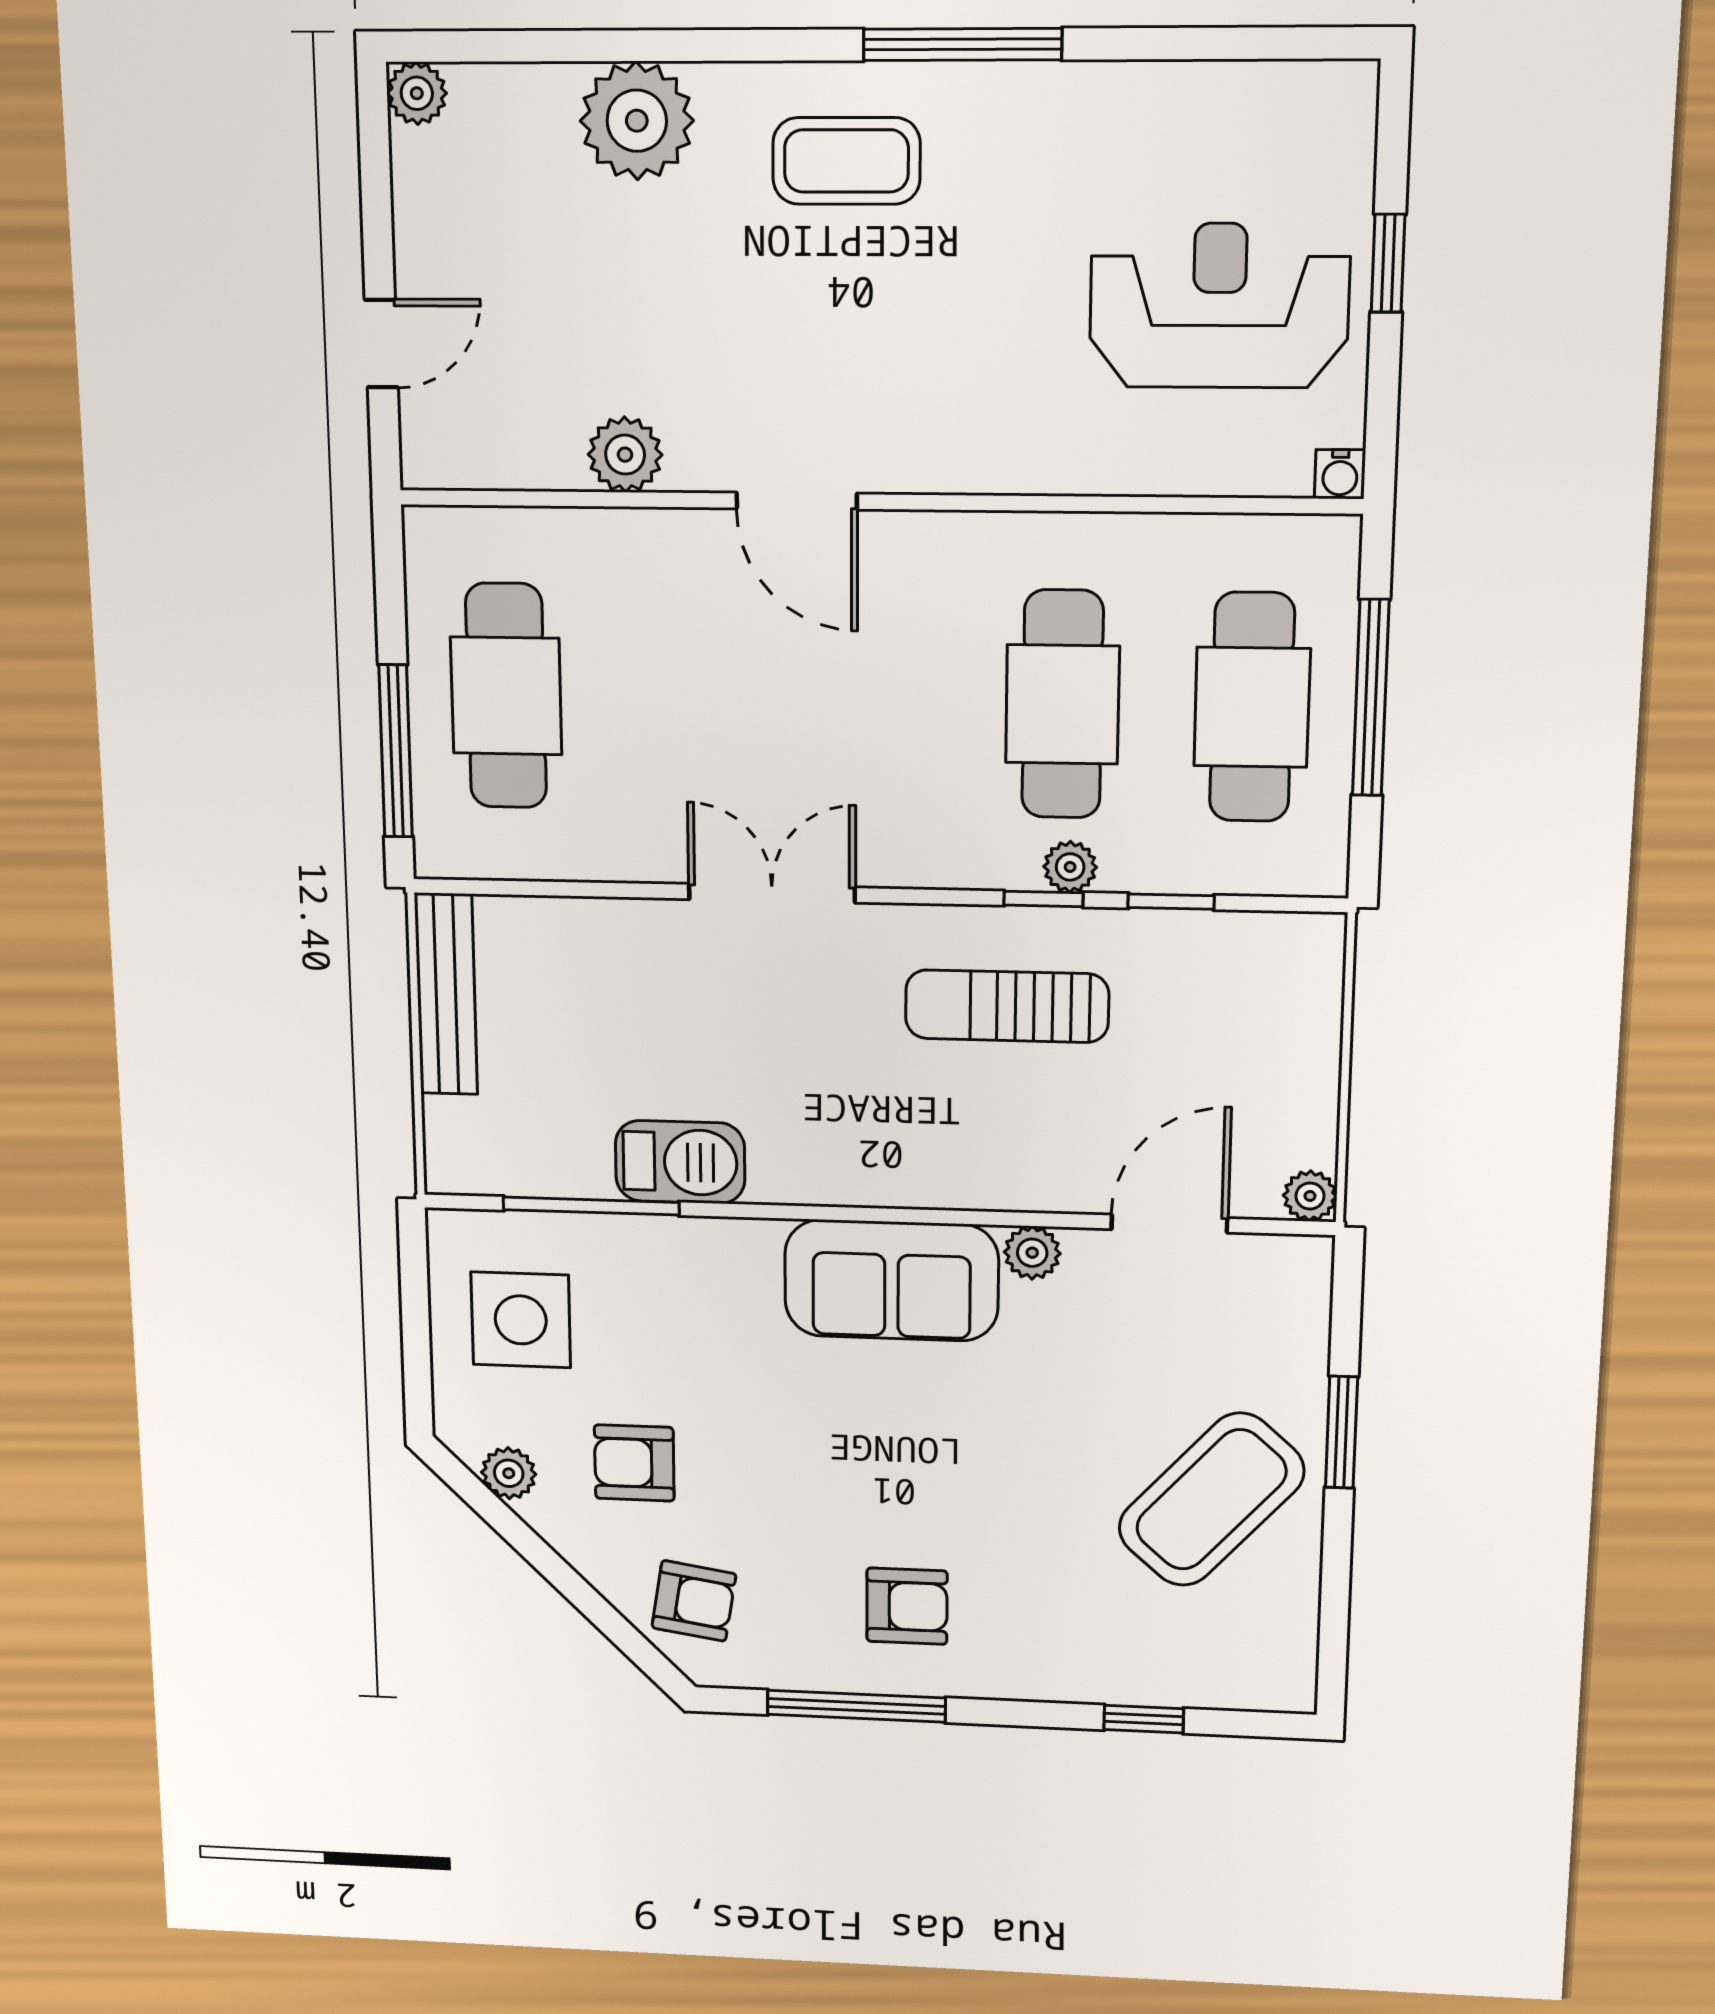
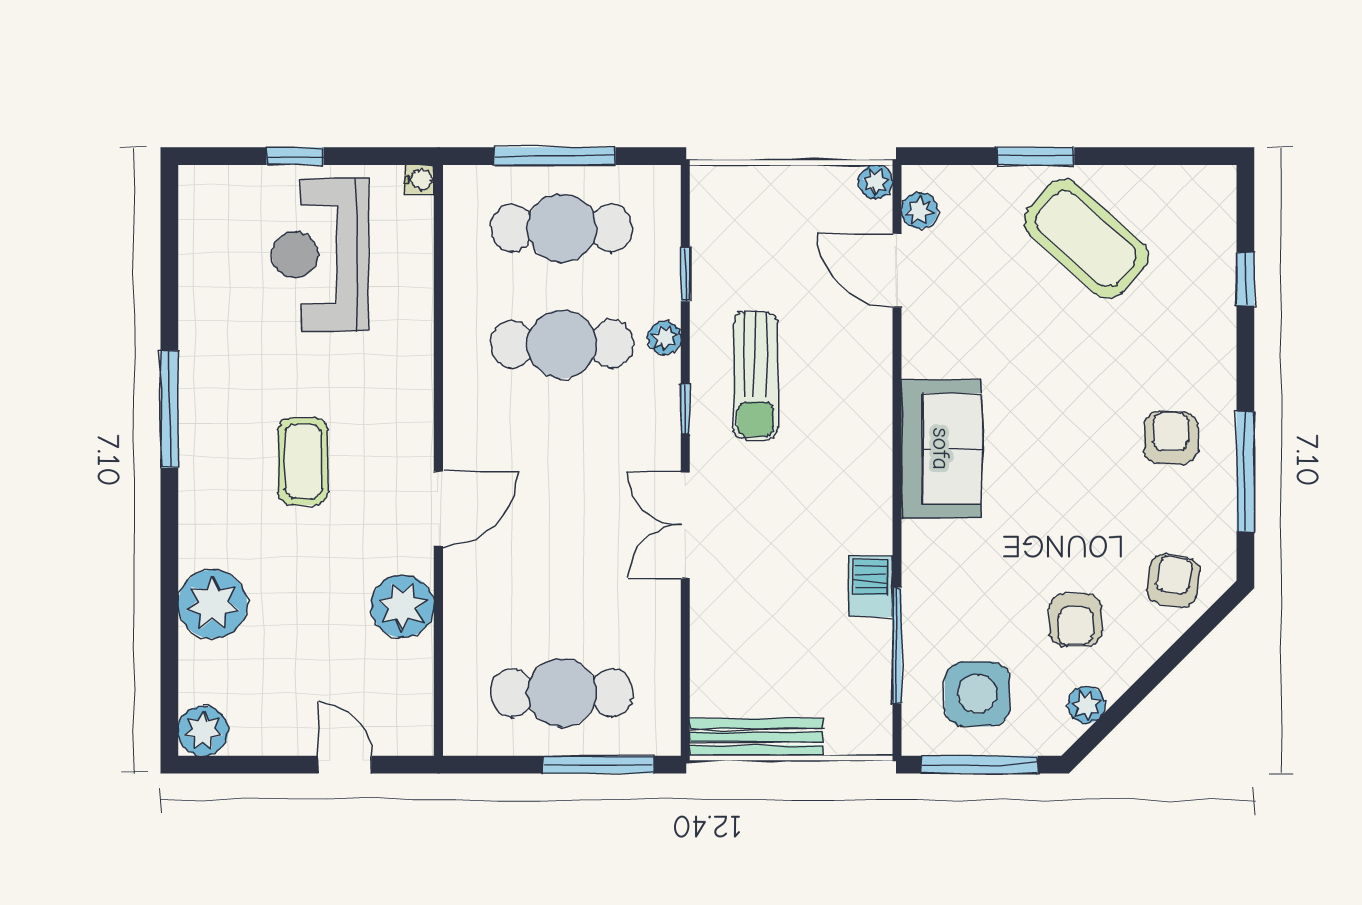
plant: (417, 93) -> (203, 731), width x1.38, depth x1.38
coffee table: (846, 161) -> (303, 461), moved
plant: (625, 455) -> (403, 606), width x1.36, depth x1.36
window: (1043, 899) -> (685, 409), moved
barbecue: (680, 1162) -> (871, 586), width x0.73, depth x0.79
plant: (1032, 1253) -> (920, 211), moved
window: (415, 1319) -> (979, 765), added

